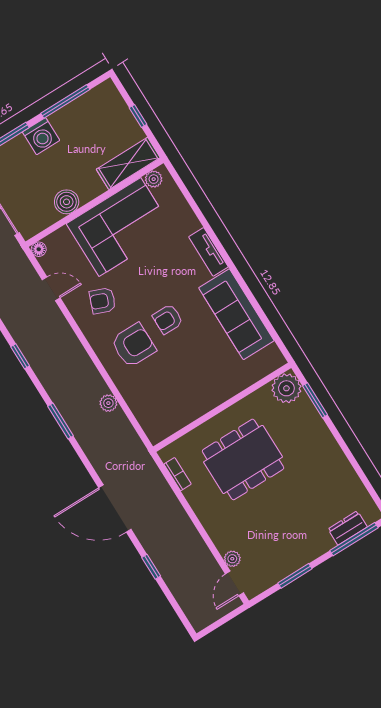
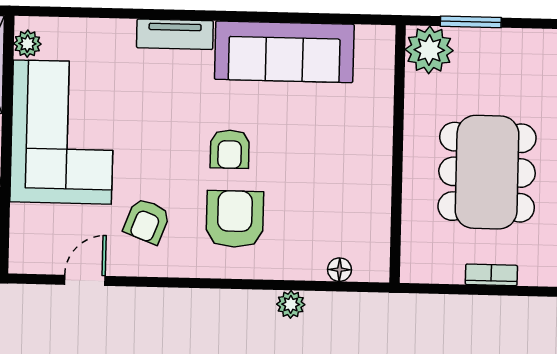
floor lamp: (39, 249) -> (340, 270), moved
bookcase: (178, 474) -> (491, 275), moved

